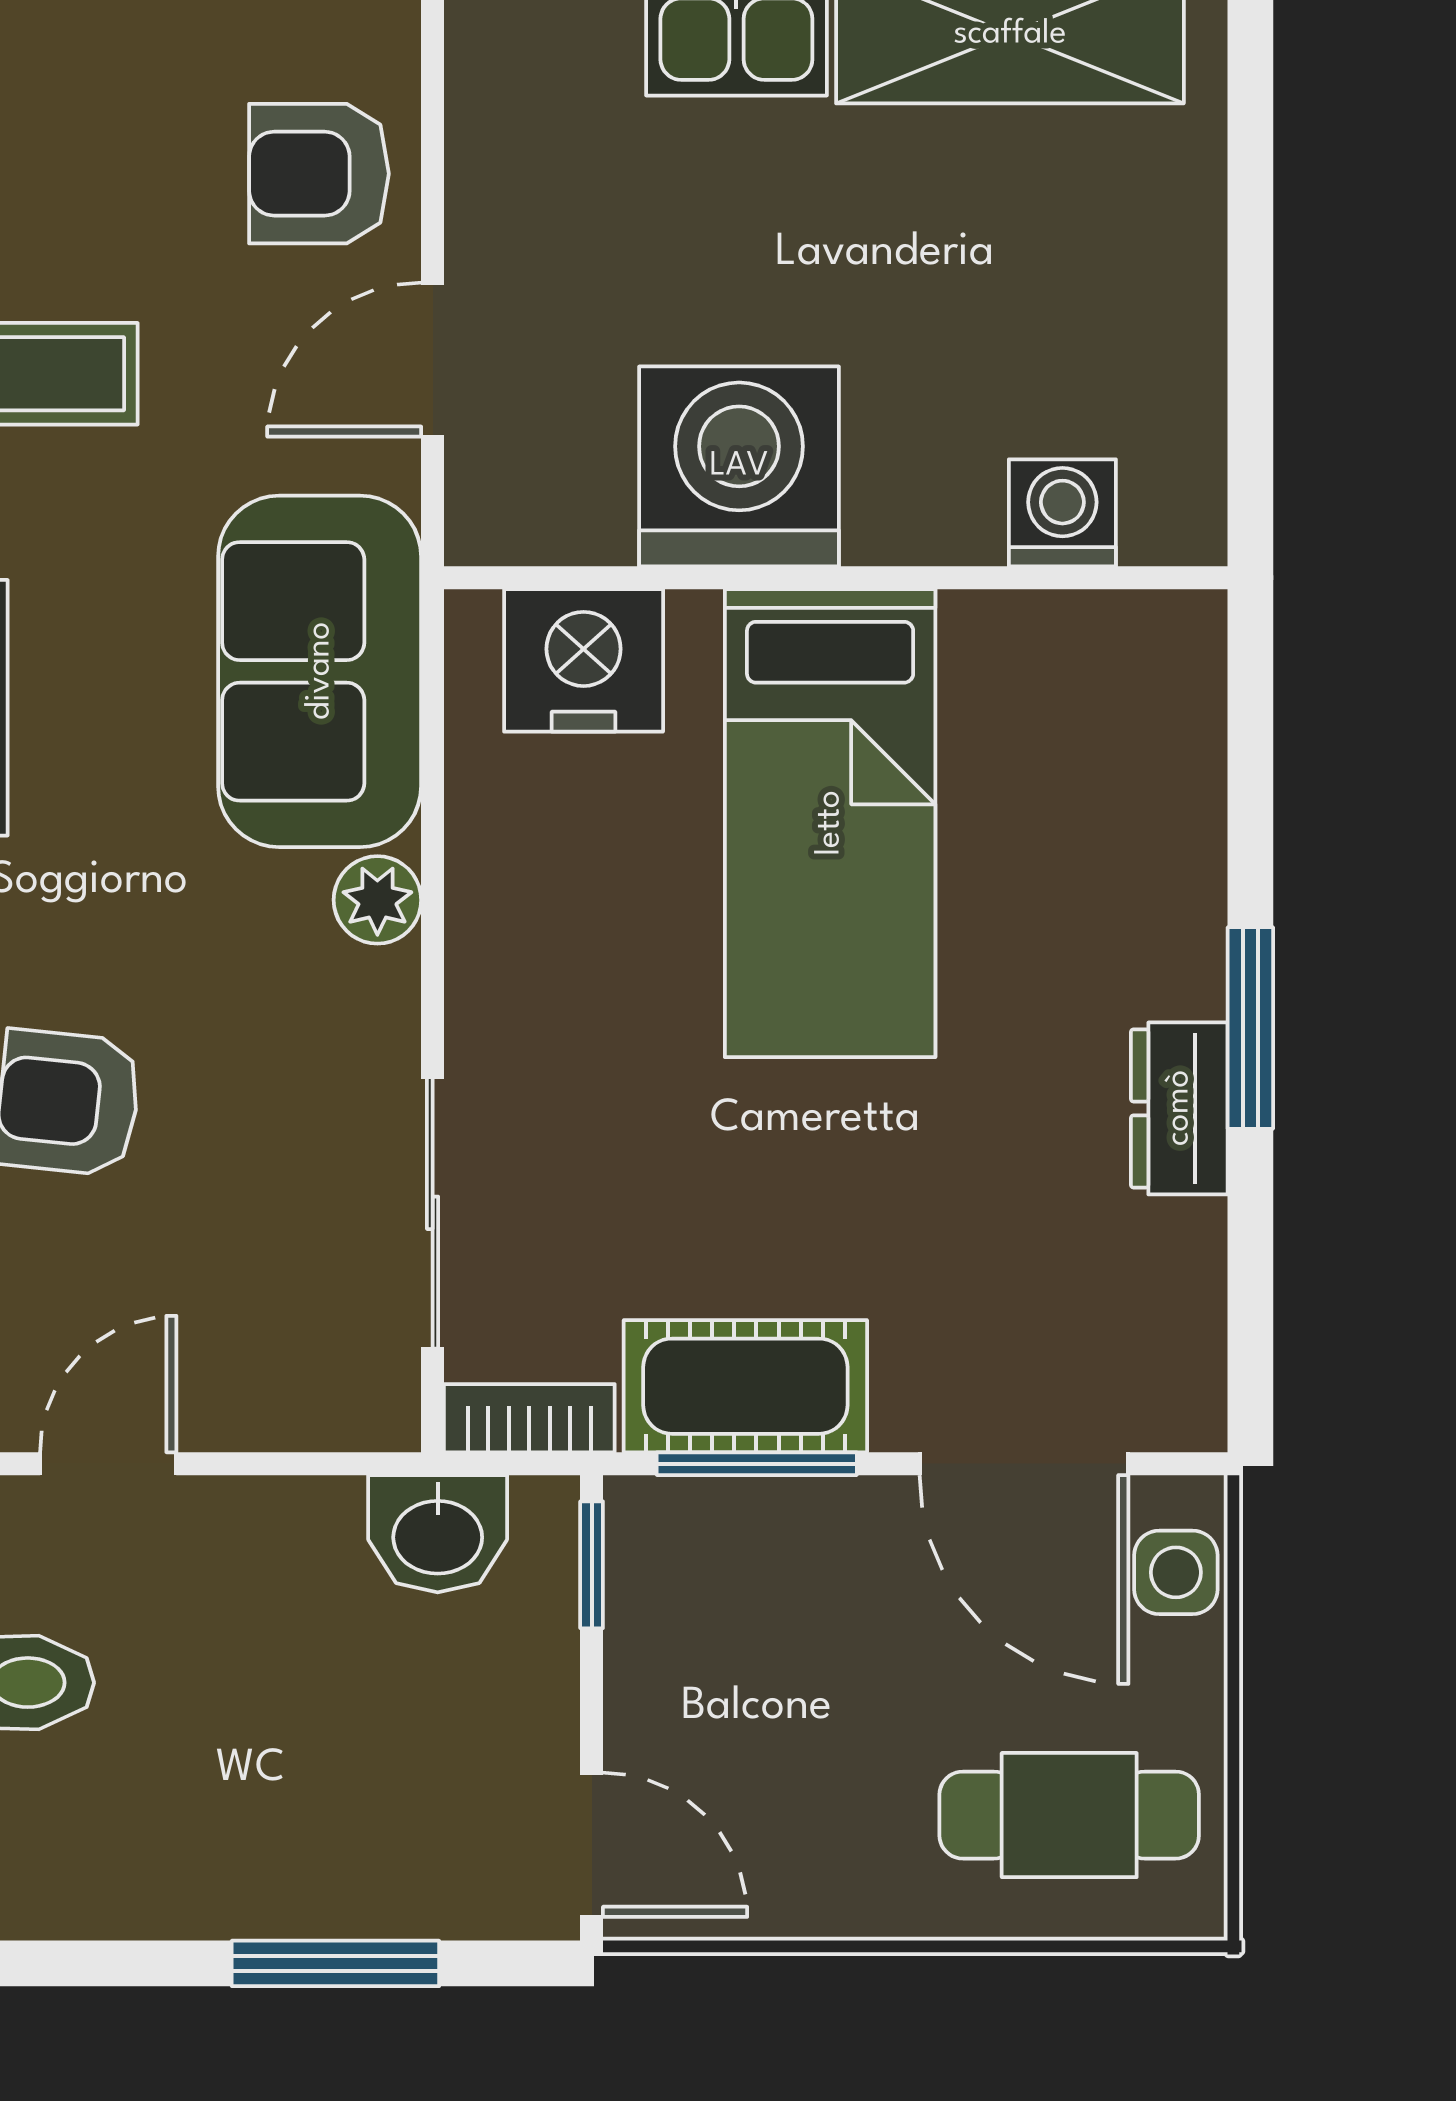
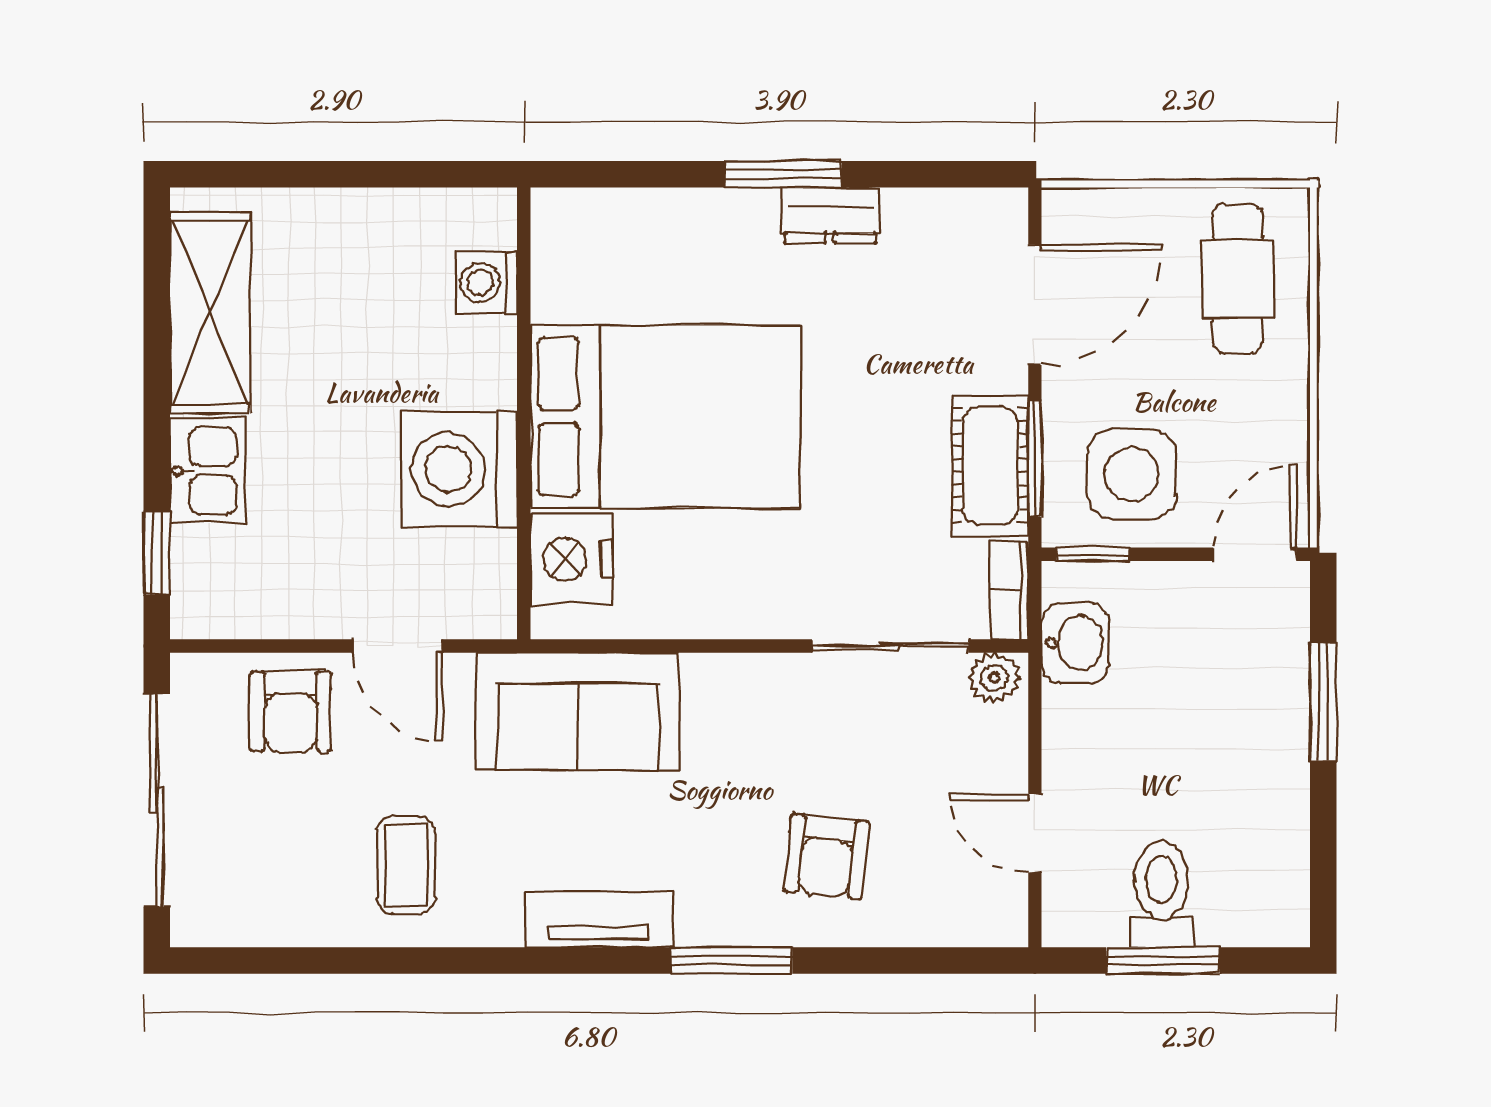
bed: (830, 823) -> (665, 417), width x1.50
plant: (377, 900) -> (994, 678), moved
side table: (1176, 1572) -> (1132, 474), moved, width x1.87, depth x1.87

